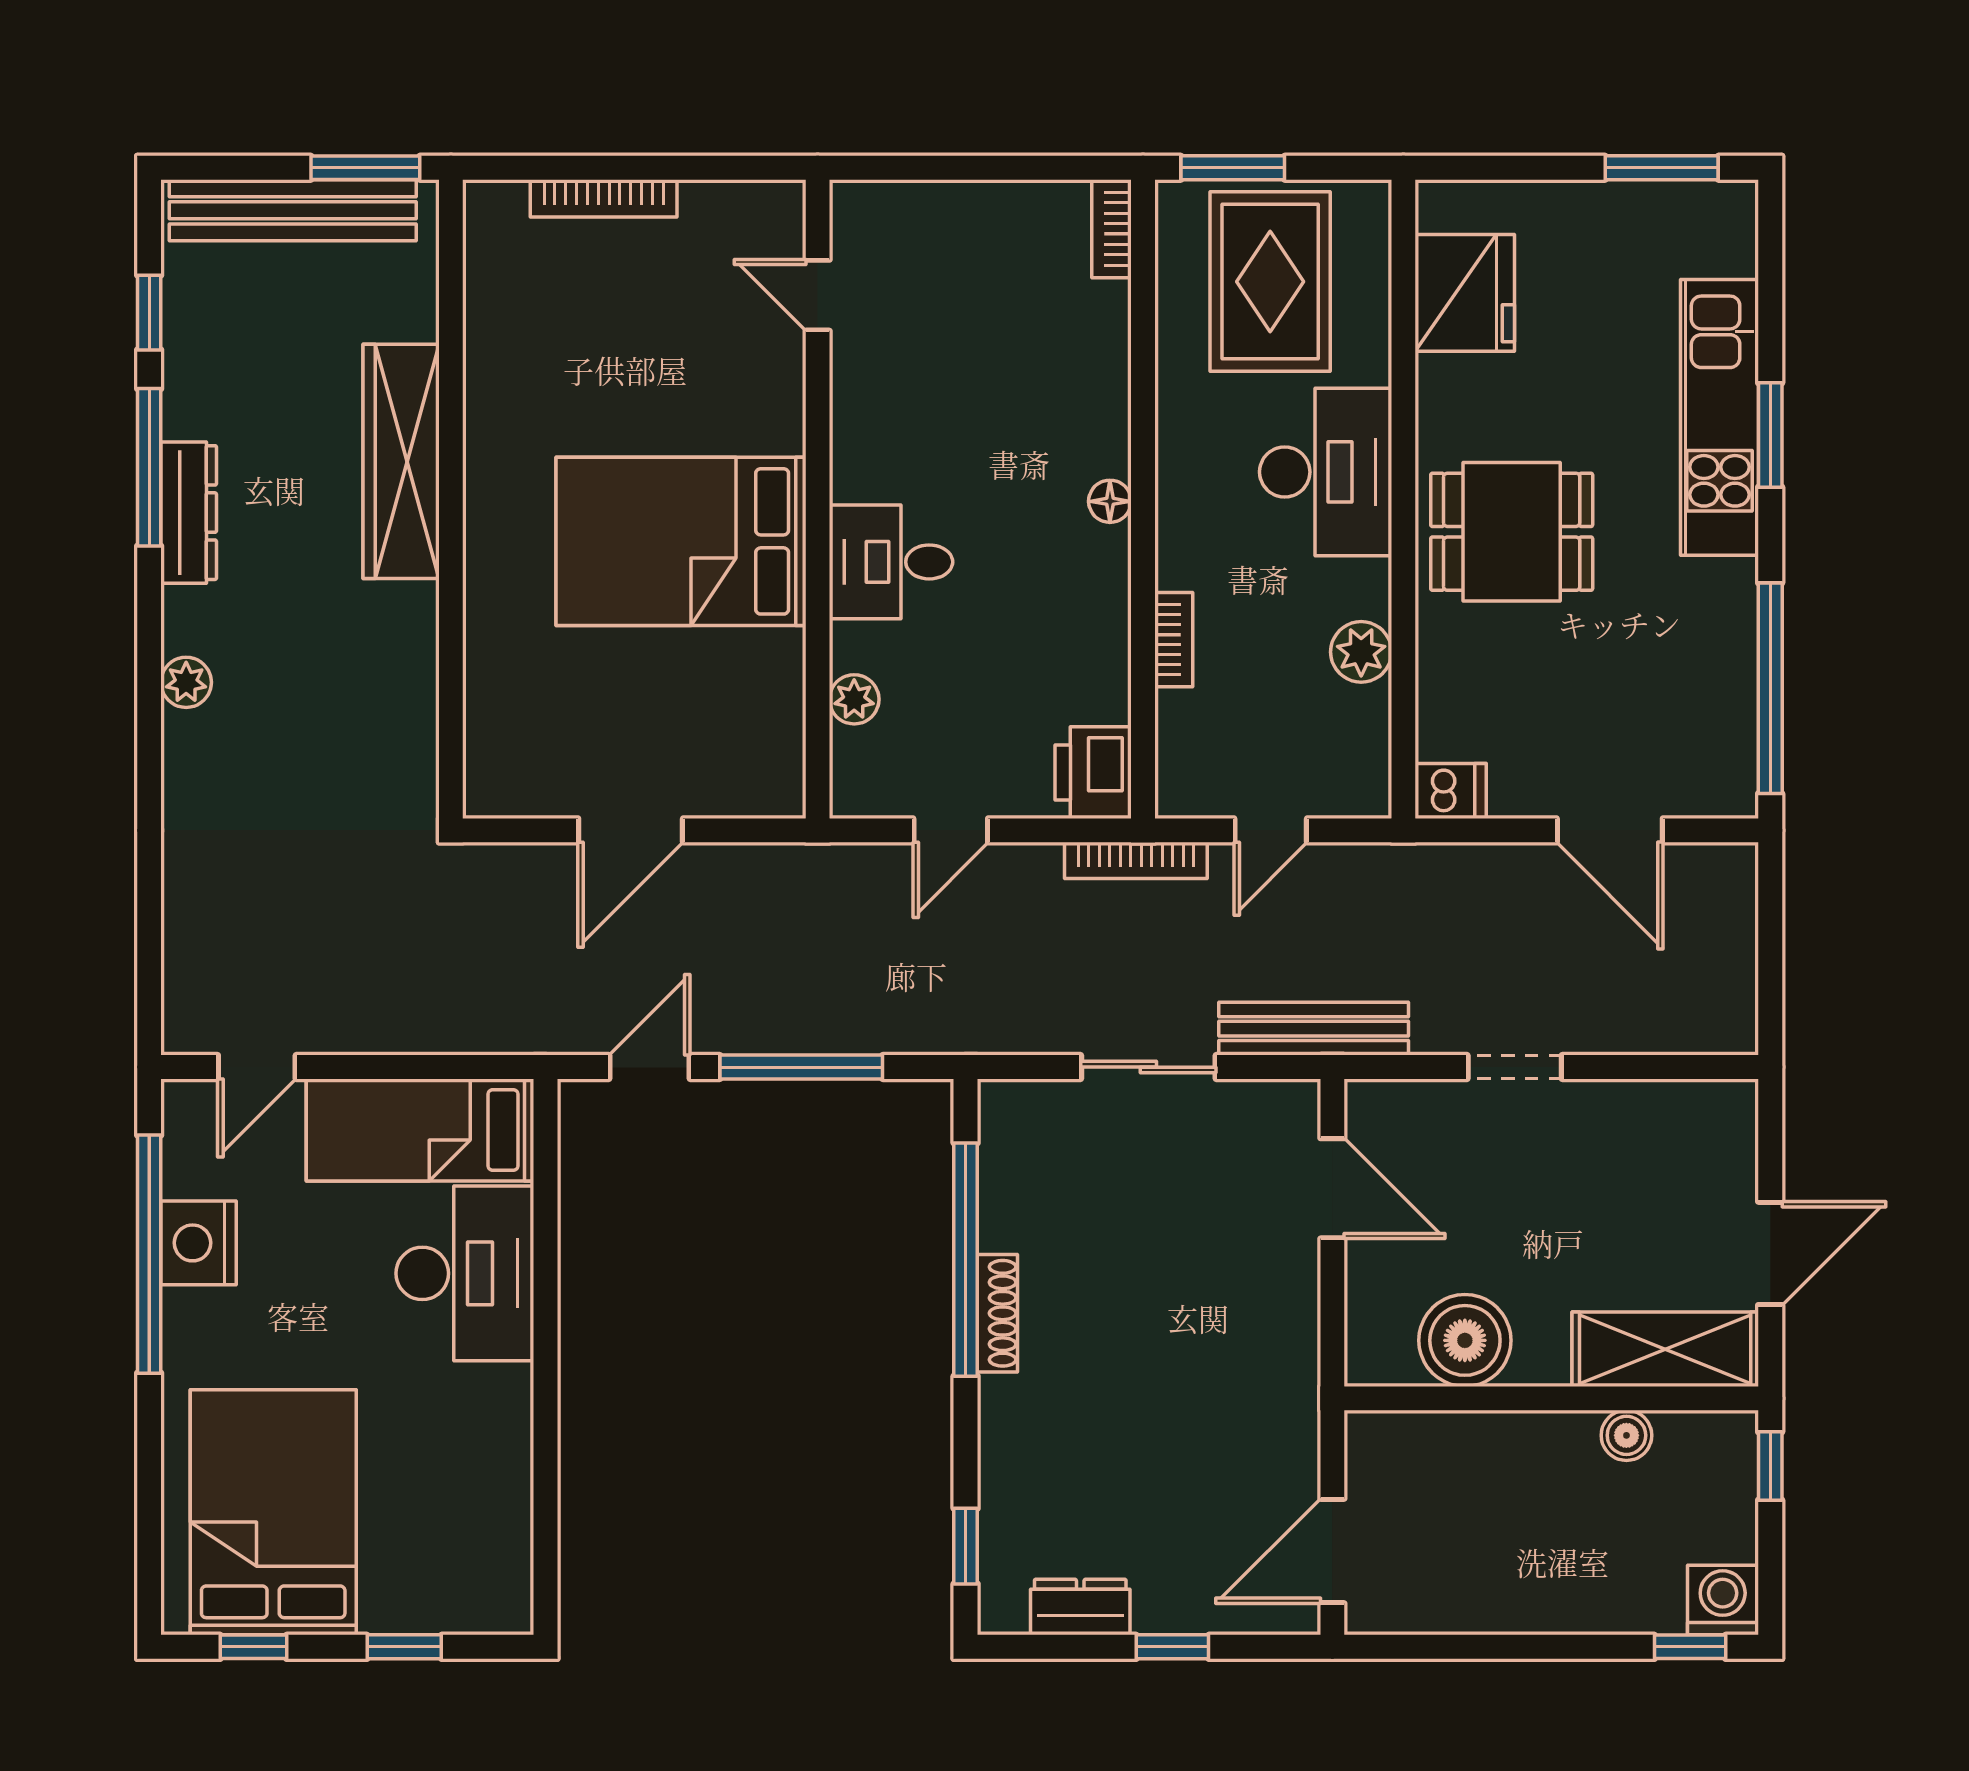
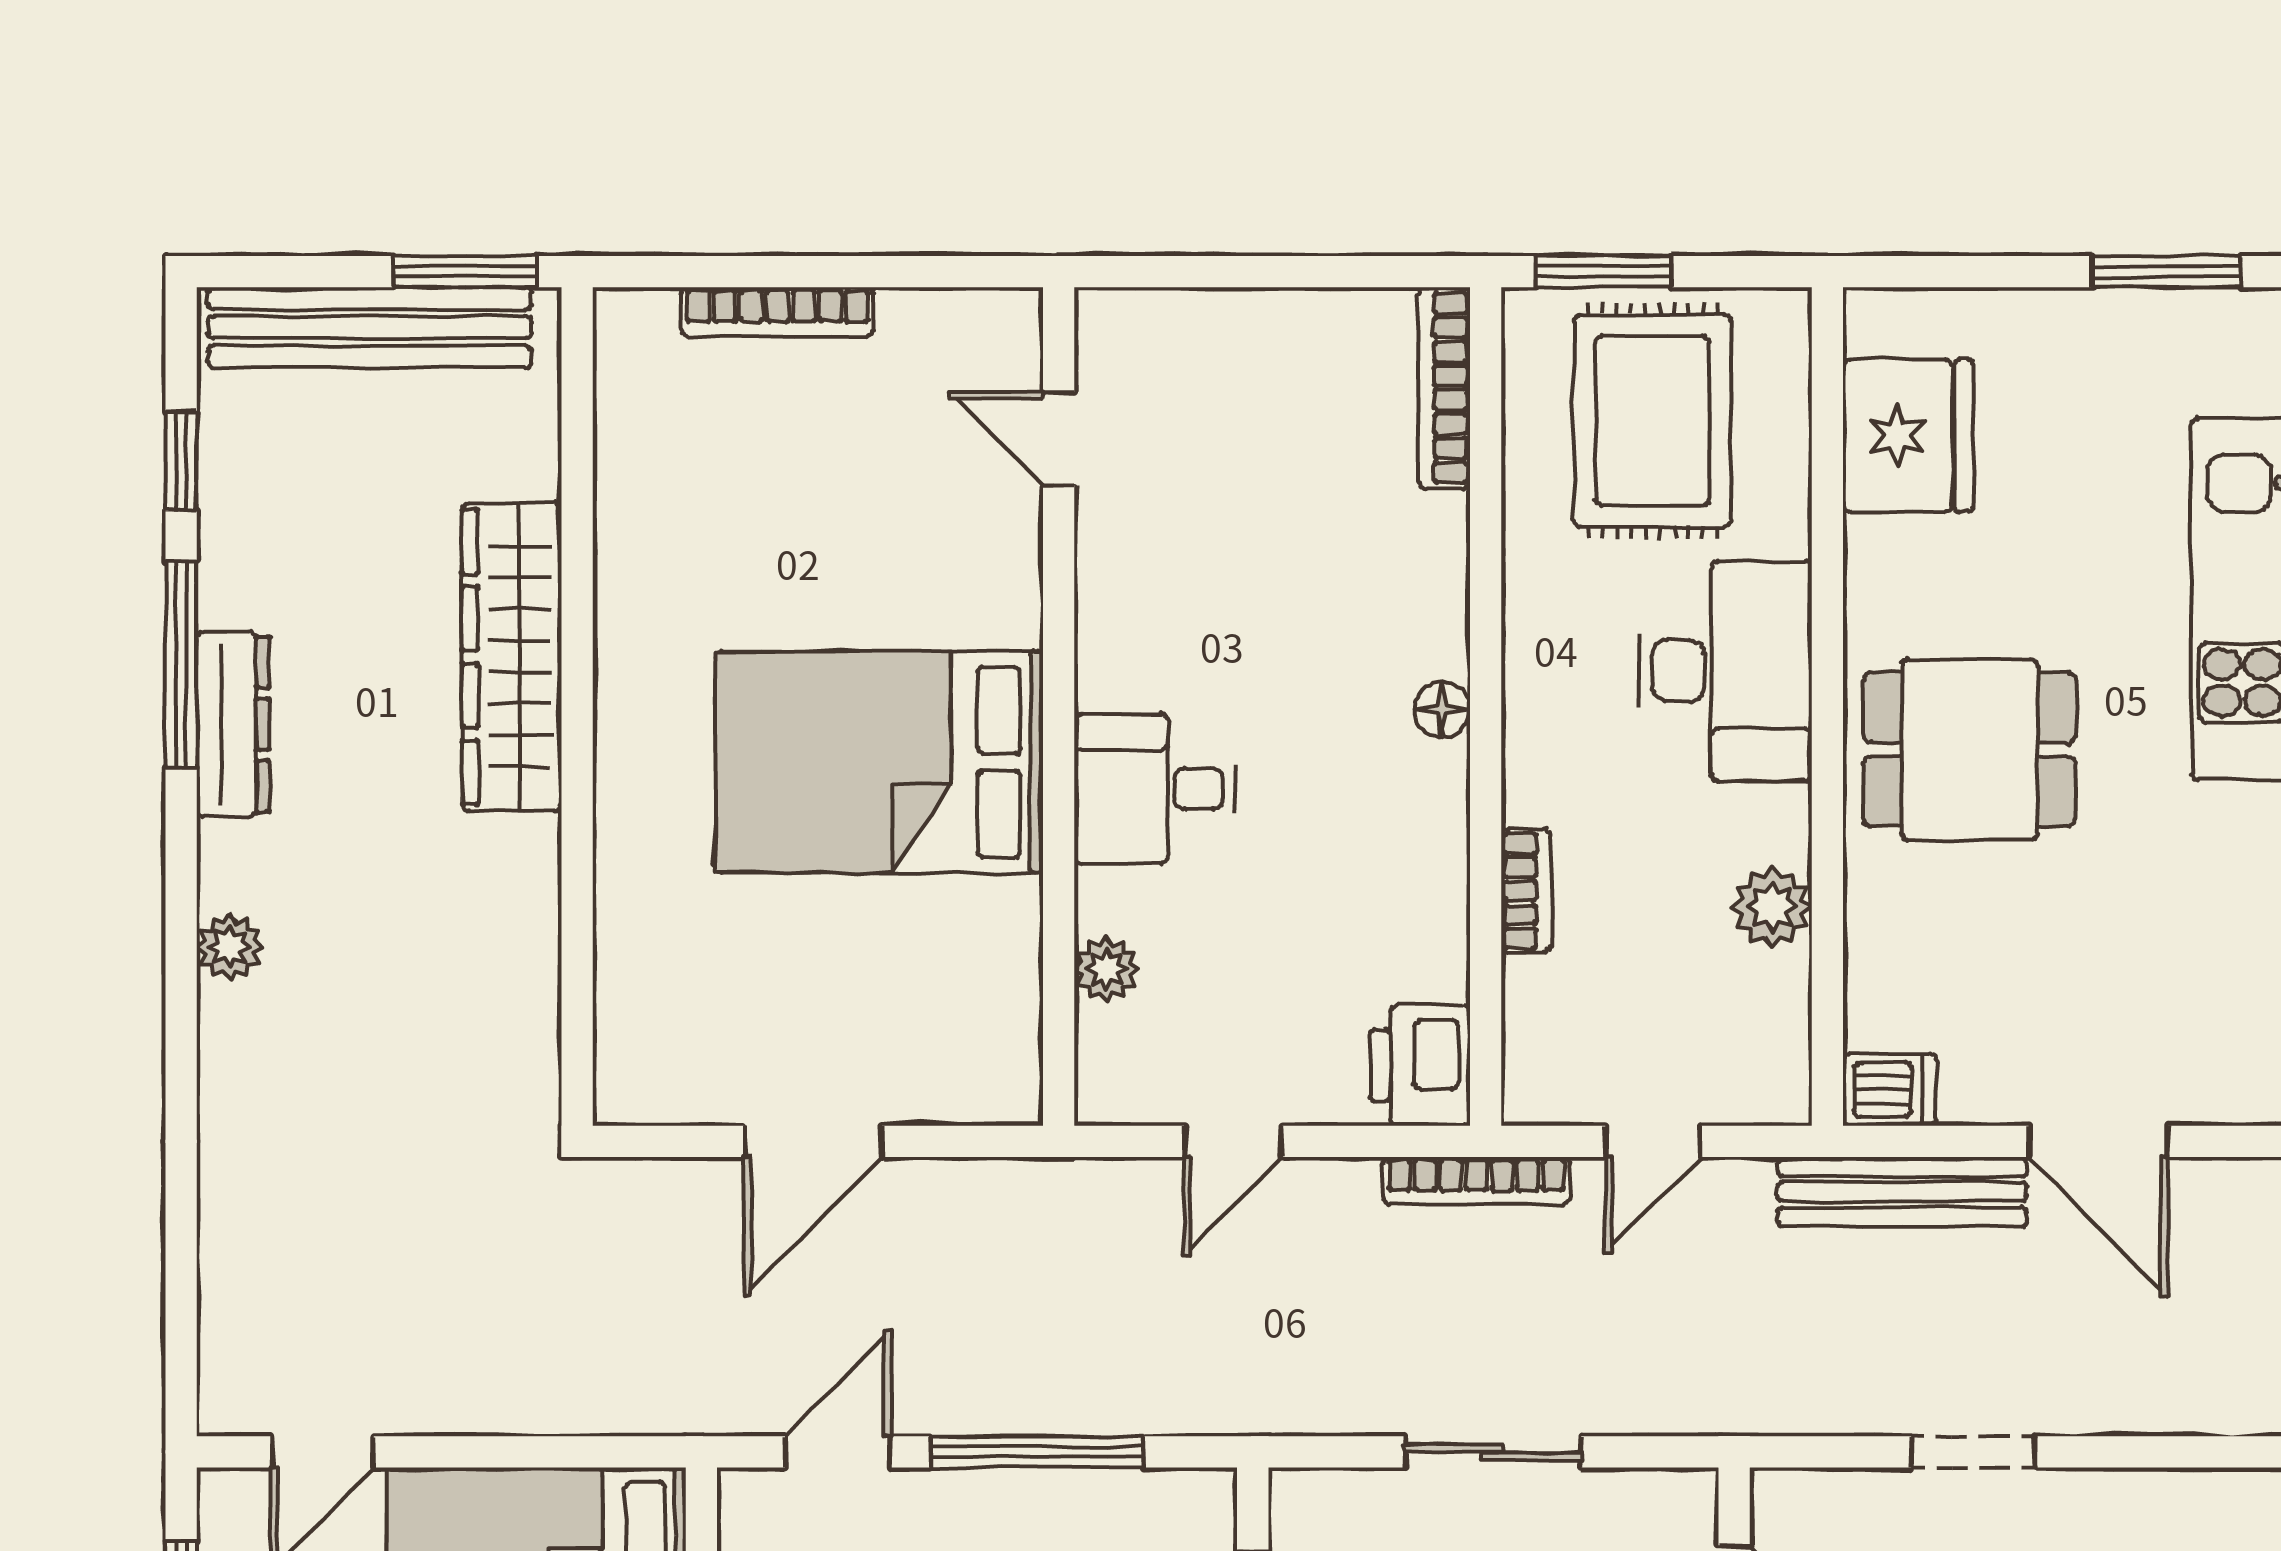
bookcase: (1112, 229) -> (1444, 388), width x1.56
bench: (1314, 1029) -> (1902, 1192), moved

